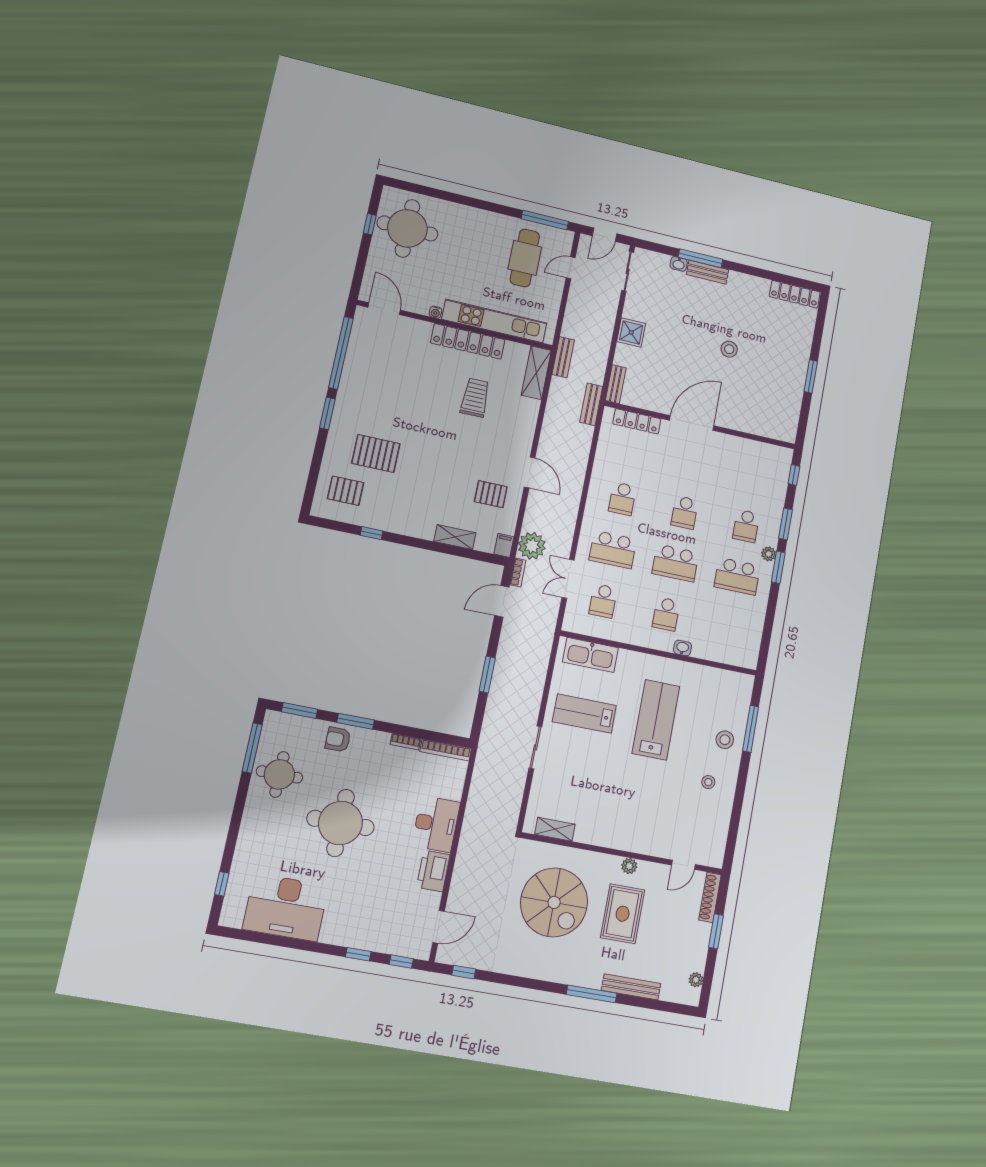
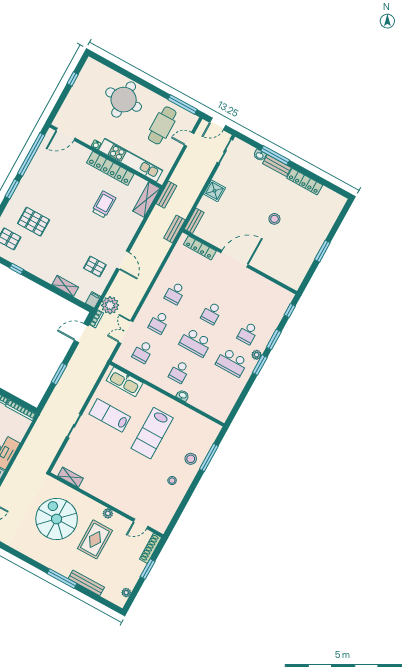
round table: (407, 228) -> (124, 100), moved
locker: (795, 294) -> (305, 182), moved
door: (384, 309) -> (66, 134), swing flipped
school desk: (613, 550) -> (159, 322), width x0.54
lab bench: (656, 720) -> (152, 433), turned 180
spiral stairs: (554, 902) -> (57, 519), turned 180

